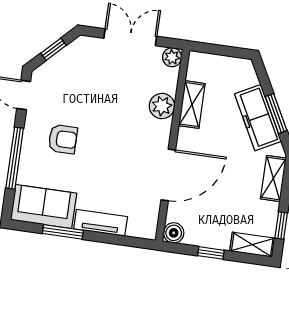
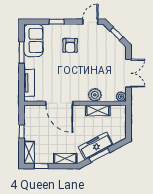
window: (15, 158) -> (57, 22), width x0.46
tv unit: (101, 223) -> (29, 83), moved
boiler: (174, 233) -> (29, 110), removed

